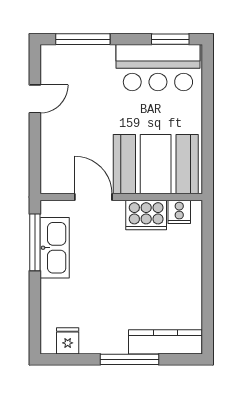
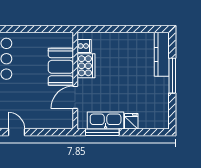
booth: (156, 164) -> (61, 67), width x0.73, depth x0.70
fridge: (68, 341) -> (131, 121), moved, turned 90

